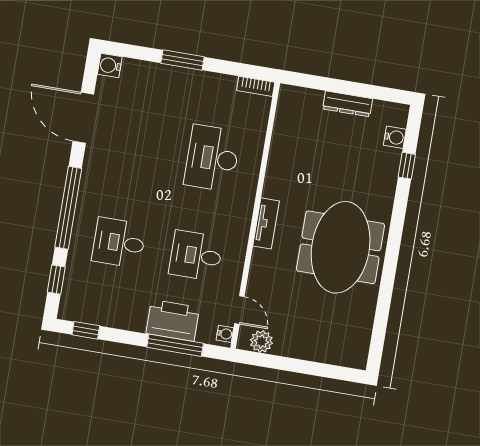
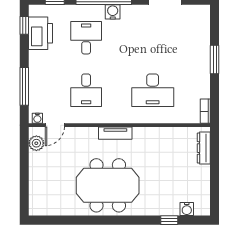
water cooler: (110, 66) -> (113, 12), moved
dresser: (348, 104) -> (204, 148), moved
desk: (212, 158) -> (153, 90), turned 180
desk: (196, 256) -> (86, 90), turned 180
printer: (173, 320) -> (40, 33), moved

